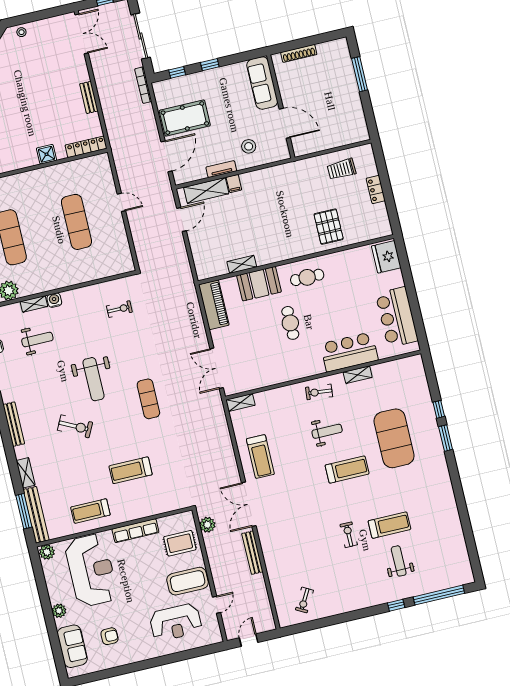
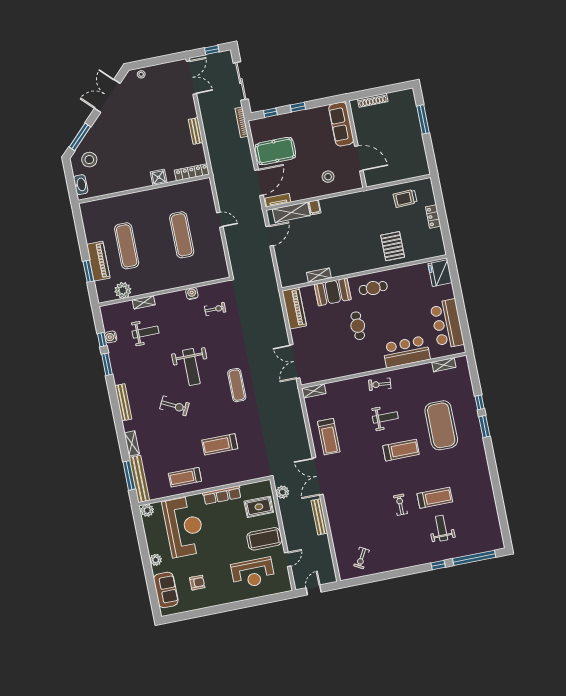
tv unit: (221, 169) -> (278, 200), moved
water cooler: (54, 300) -> (192, 293), moved
shelving: (358, 375) -> (444, 365), moved

